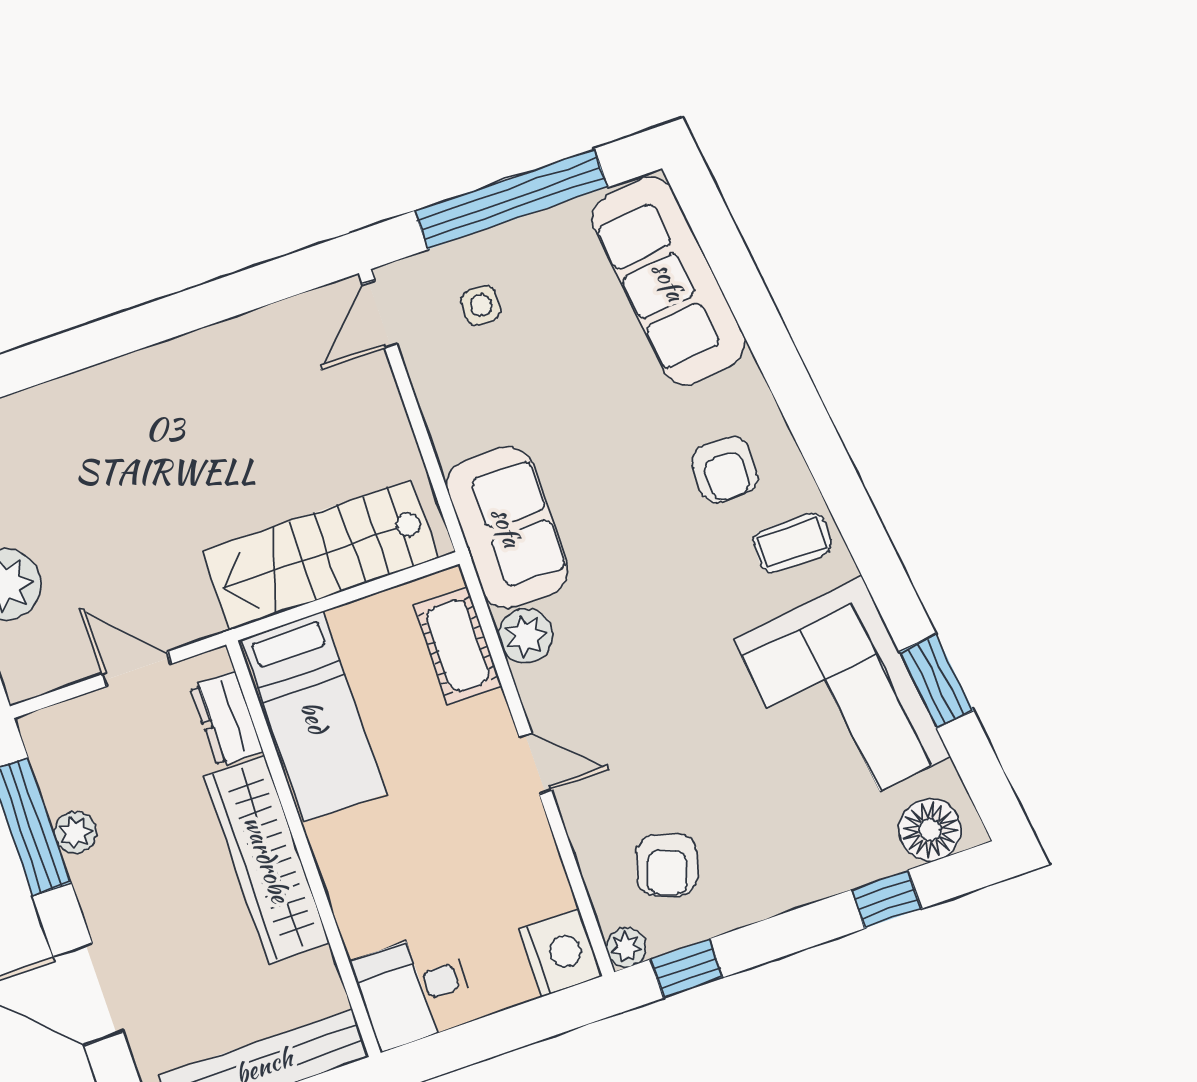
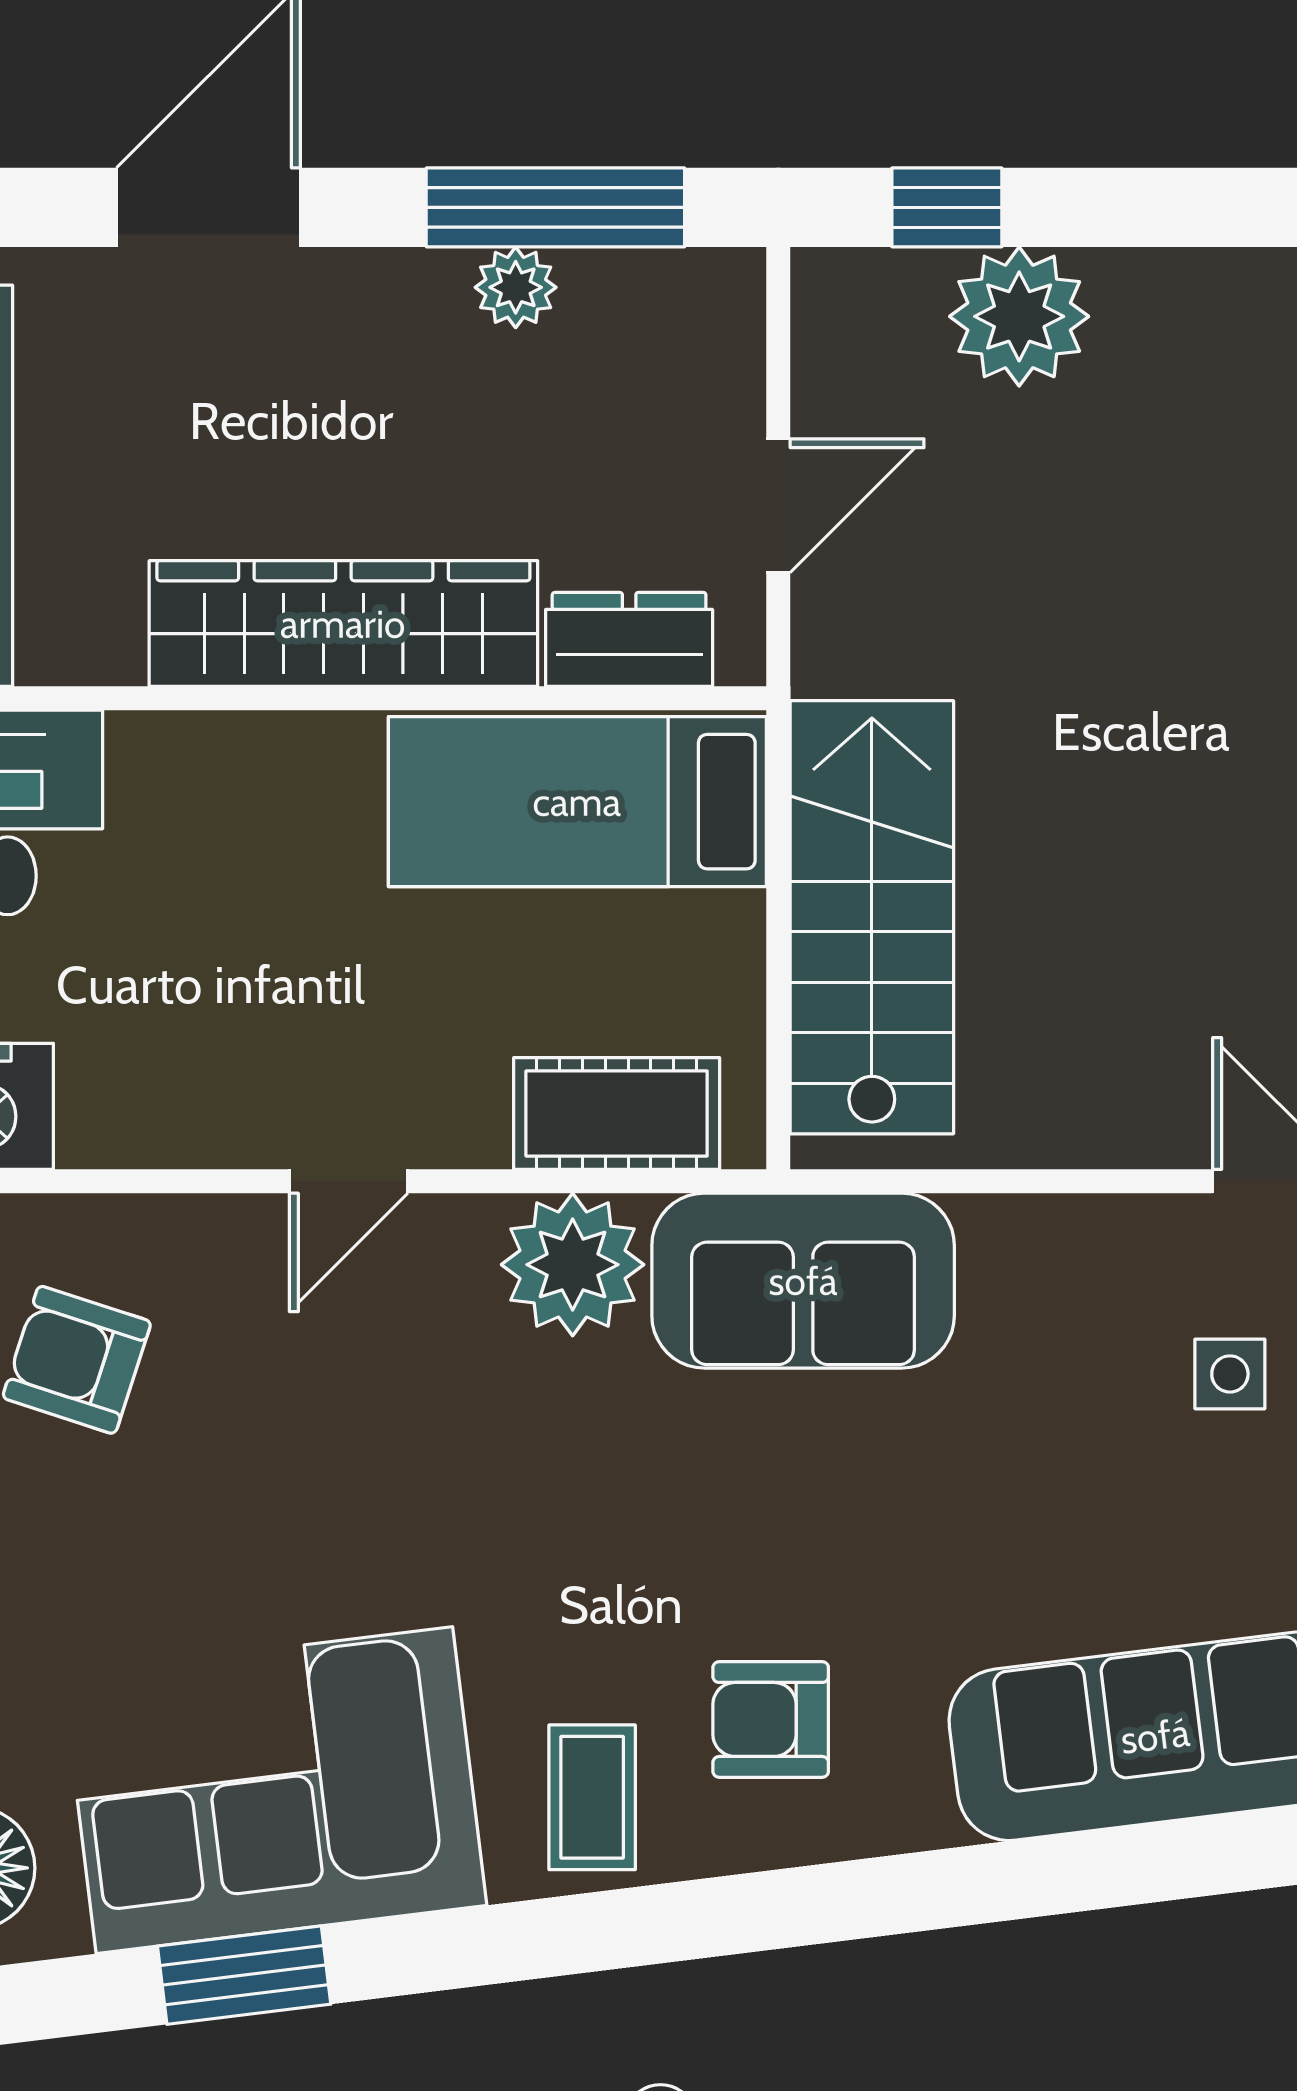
plant: (526, 635) -> (573, 1265), width x1.36, depth x1.36

